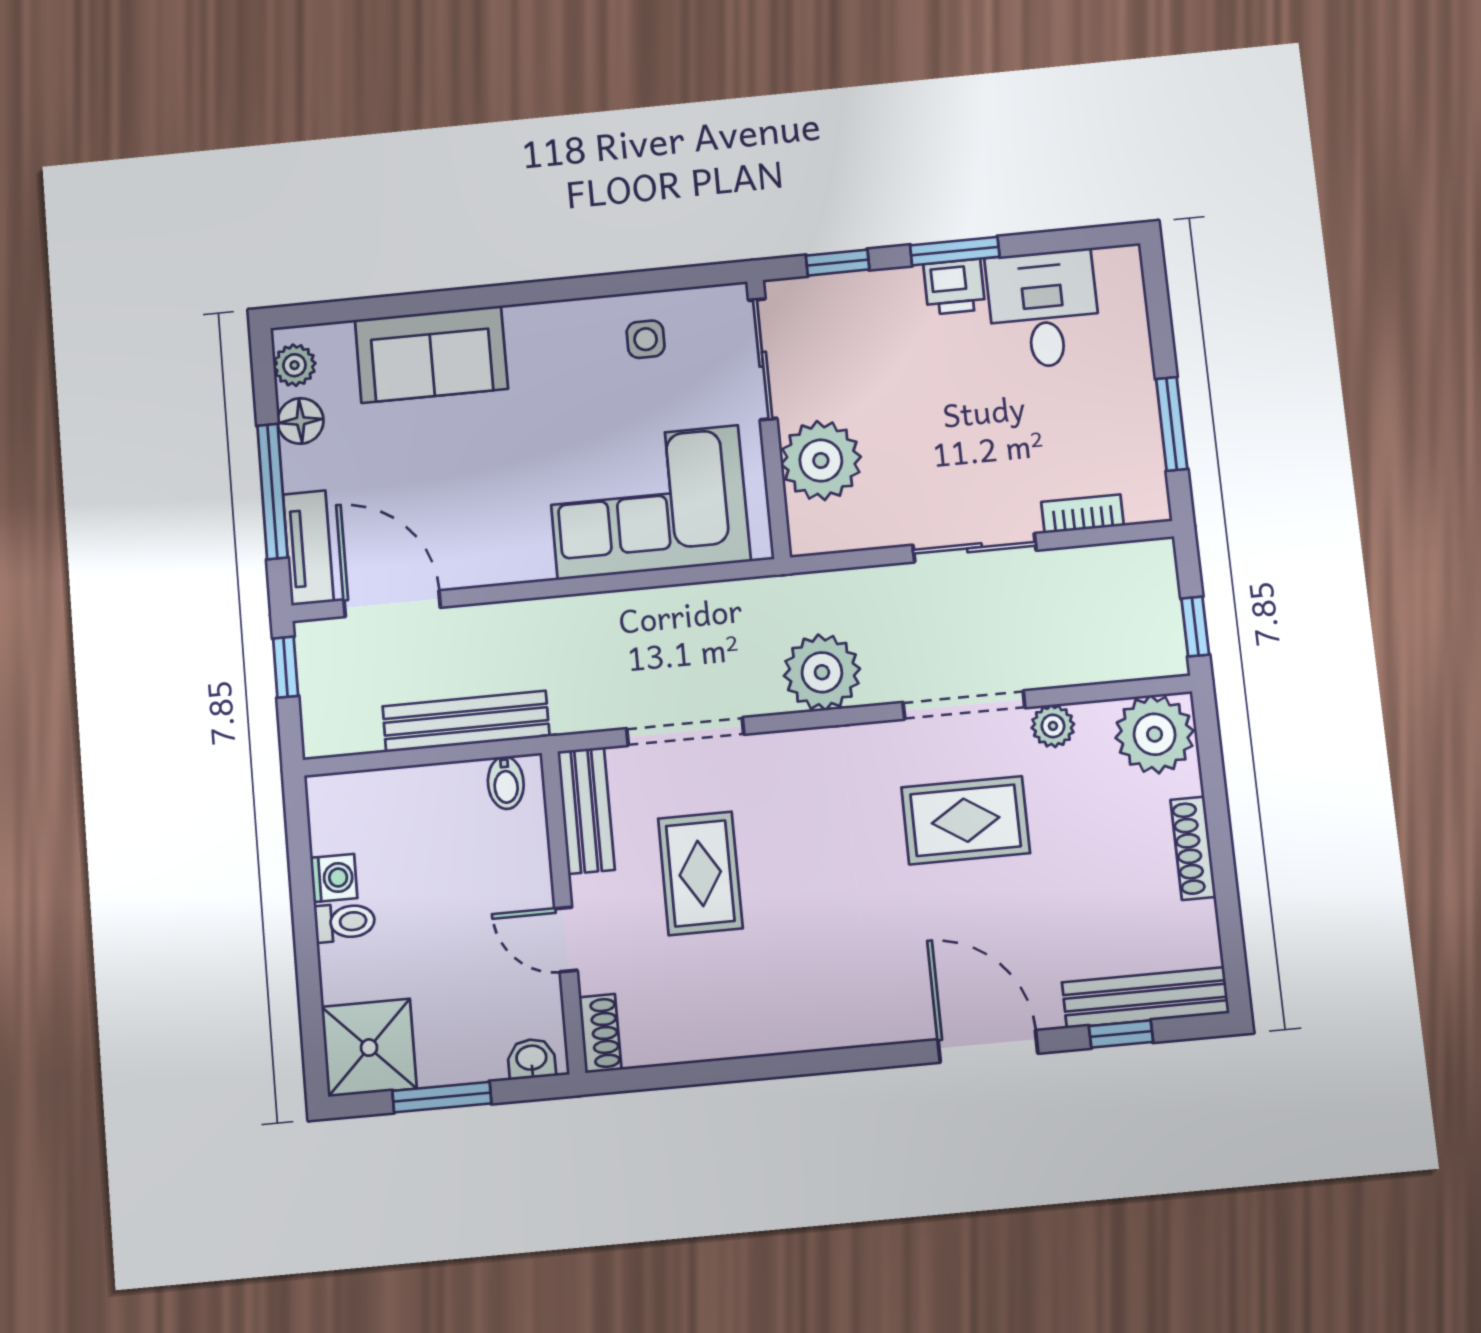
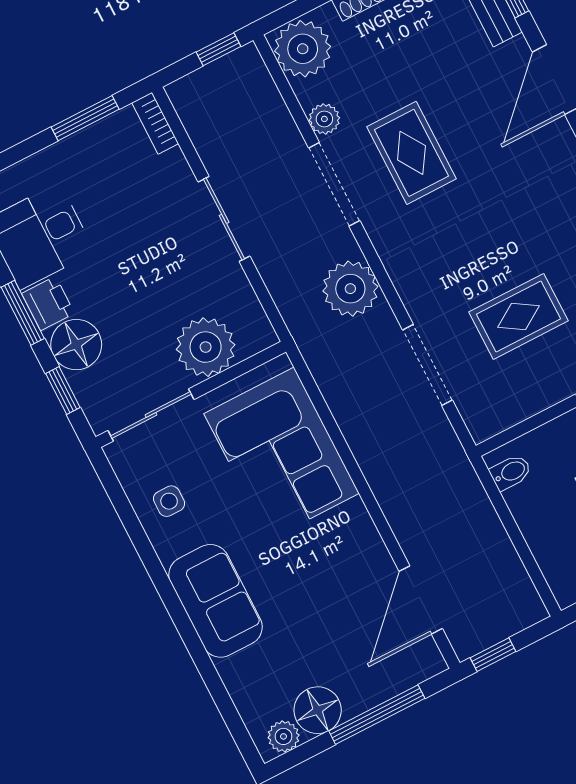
floor lamp: (889, 301) -> (76, 345), added
sofa: (431, 354) -> (216, 601), moved
floor lamp: (300, 421) -> (318, 710), width x1.38, depth x1.38
bookcase: (1083, 514) -> (155, 123), moved
tv unit: (308, 548) -> (406, 673), removed
bench: (466, 721) -> (480, 516), removed
bench: (586, 810) -> (507, 410), removed

